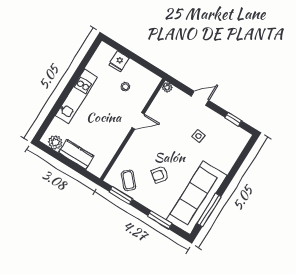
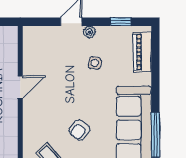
plant: (167, 87) -> (89, 32), moved
piano: (235, 149) -> (142, 52), added

